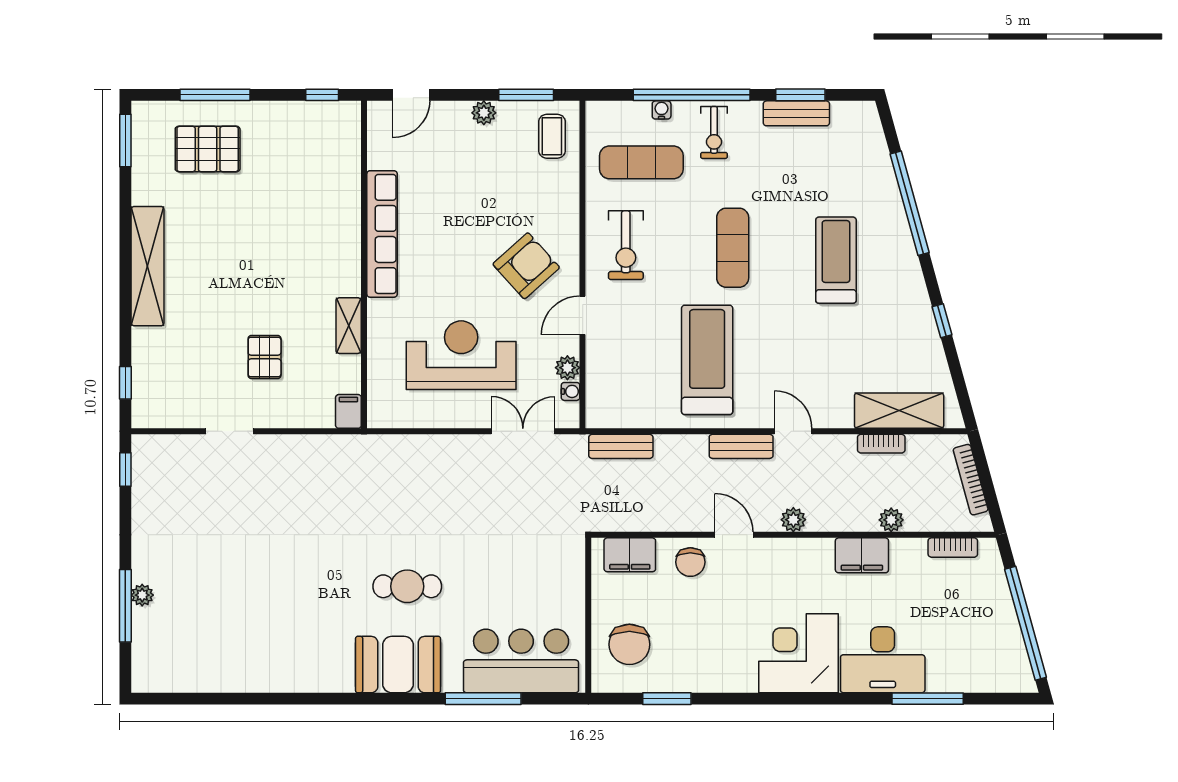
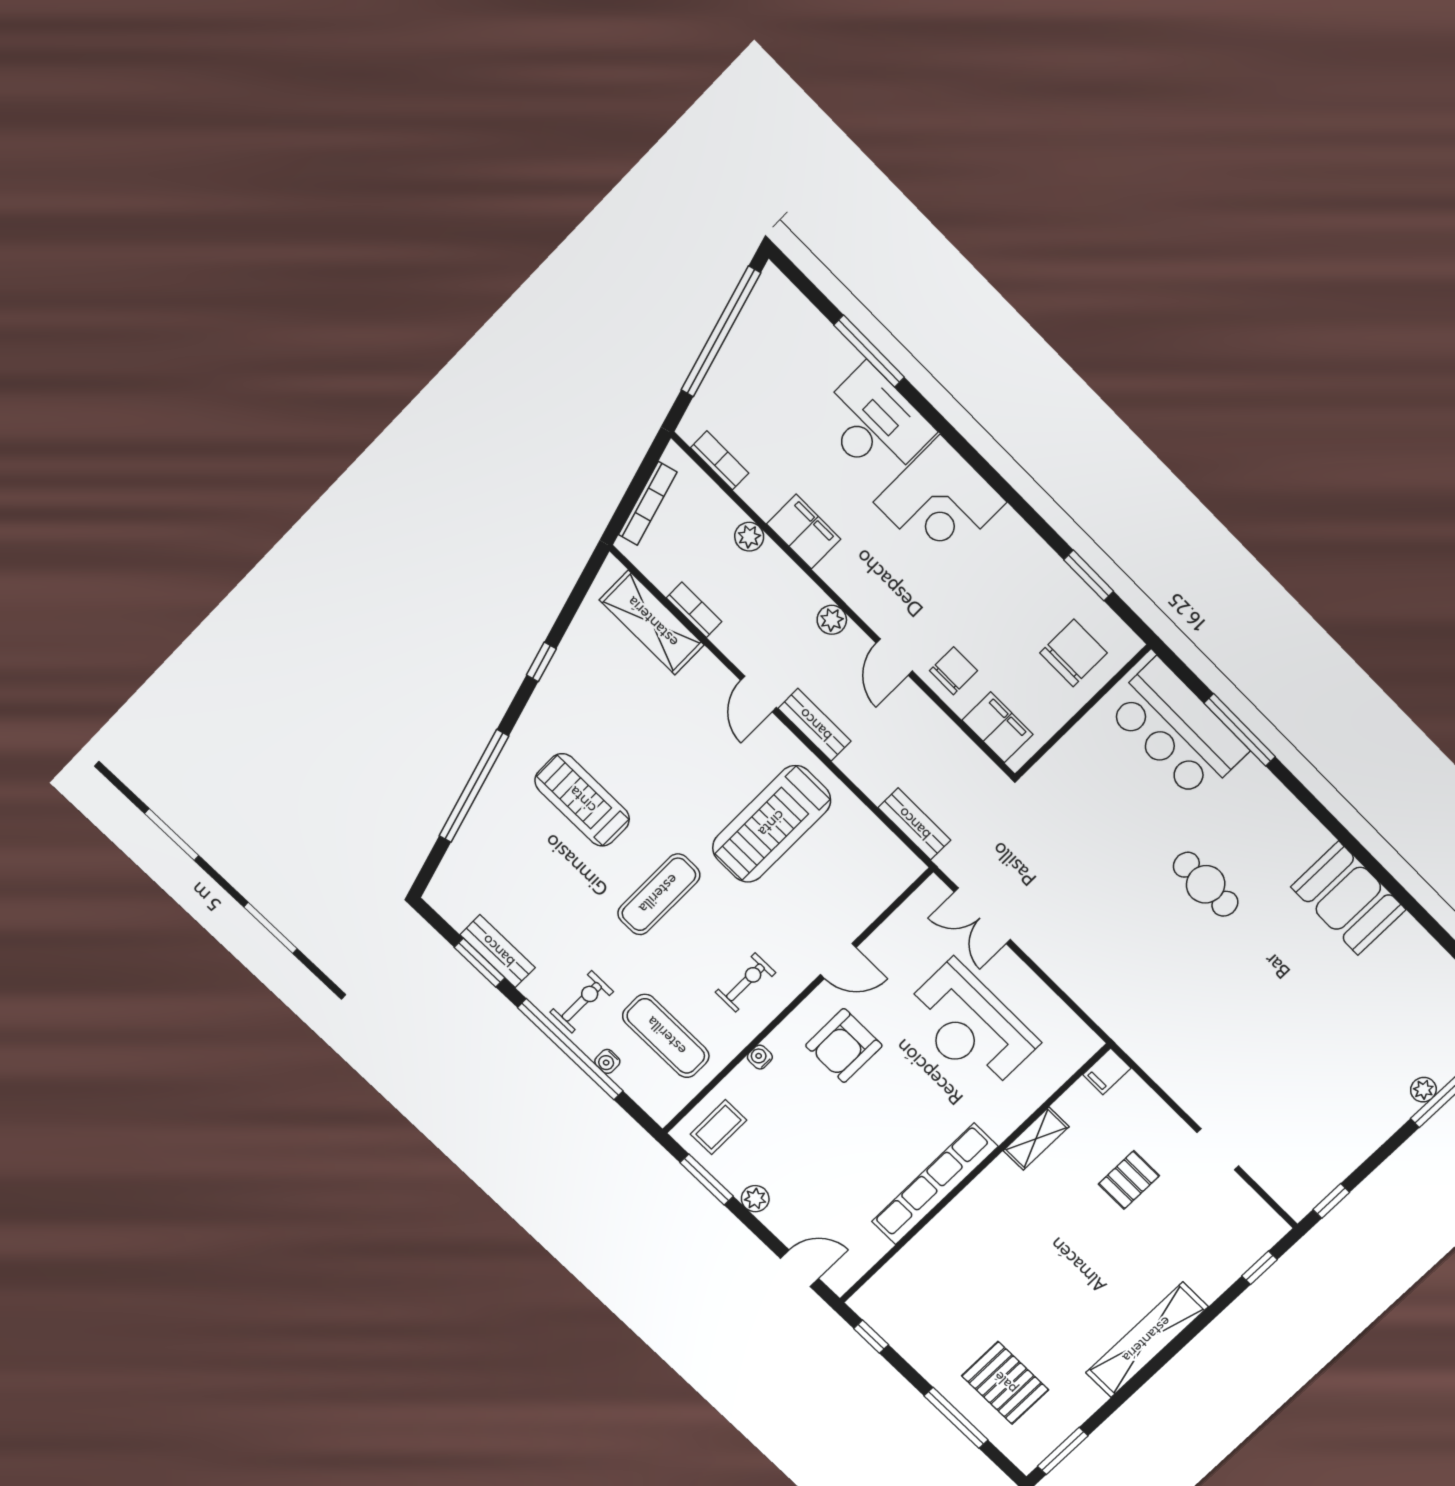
exercise bike: (626, 245) -> (745, 982), width x0.73, depth x0.72
treadmill: (836, 260) -> (582, 800), turned 90
armchair: (526, 266) -> (844, 1046), turned -48
plant: (567, 368) -> (893, 931), removed
water cooler: (571, 391) -> (760, 1057), moved
booth: (398, 665) -> (1348, 898), moved

